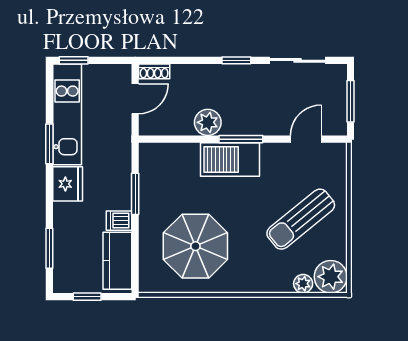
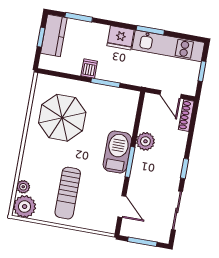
window: (74, 60) -> (202, 71), moved
shoe rack: (154, 71) -> (186, 115), width x1.43
sun lounger: (301, 219) -> (68, 193), turned -141
kitchen counter: (117, 261) -> (54, 35), moved, turned 90

